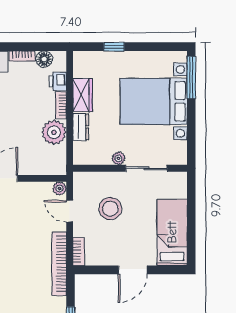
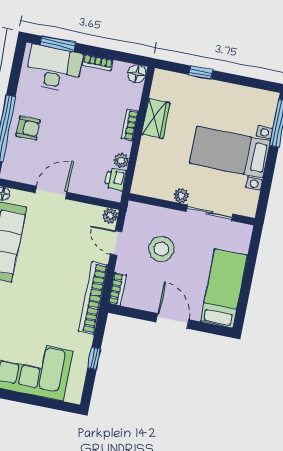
floor lamp: (44, 59) -> (137, 74), moved
printer: (58, 81) -> (116, 179), moved
bed with nightstands: (154, 101) -> (230, 152), width x0.73
dresser: (81, 127) -> (147, 153), removed
plant: (54, 132) -> (121, 161), width x0.53, depth x0.53
door: (133, 270) -> (172, 321), swing flipped

